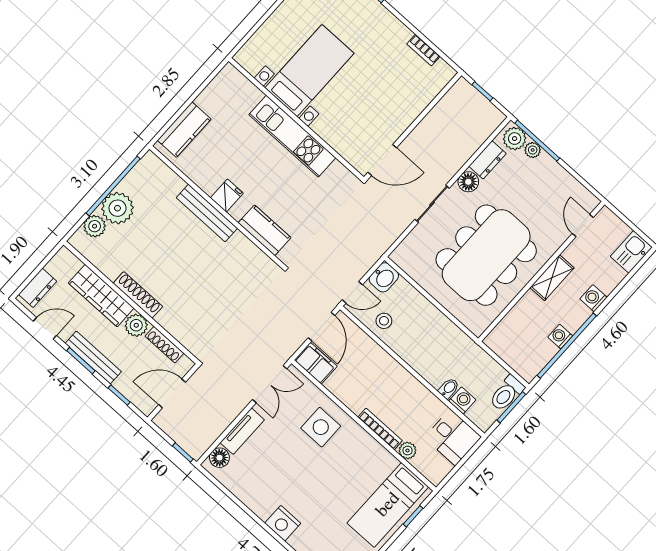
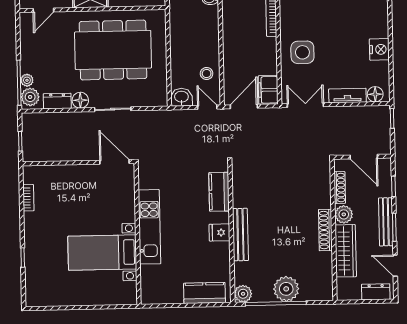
plant: (95, 226) -> (243, 294), moved
nightstand: (283, 523) -> (379, 49), moved

